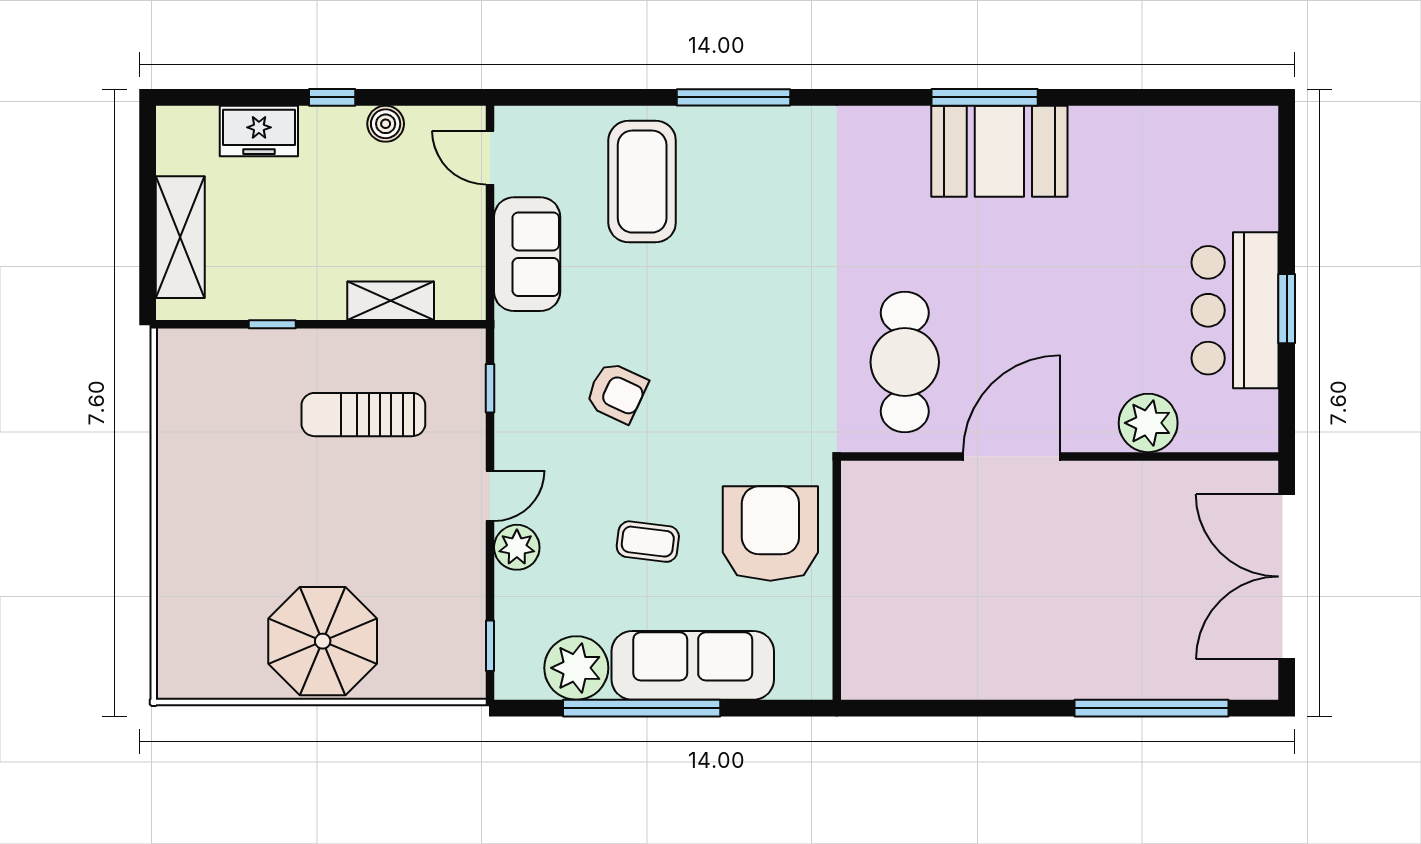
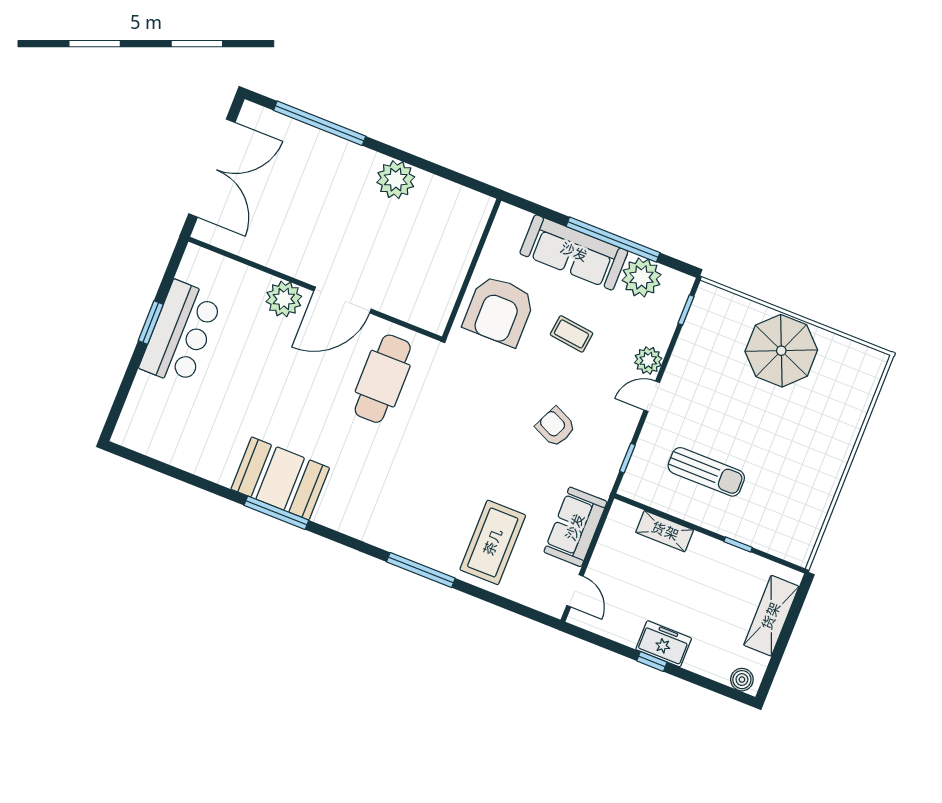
boiler: (386, 124) -> (742, 680), moved
freezer: (259, 131) -> (664, 644), moved
plant: (1148, 423) -> (284, 299), moved
plant: (1004, 669) -> (396, 180), added

